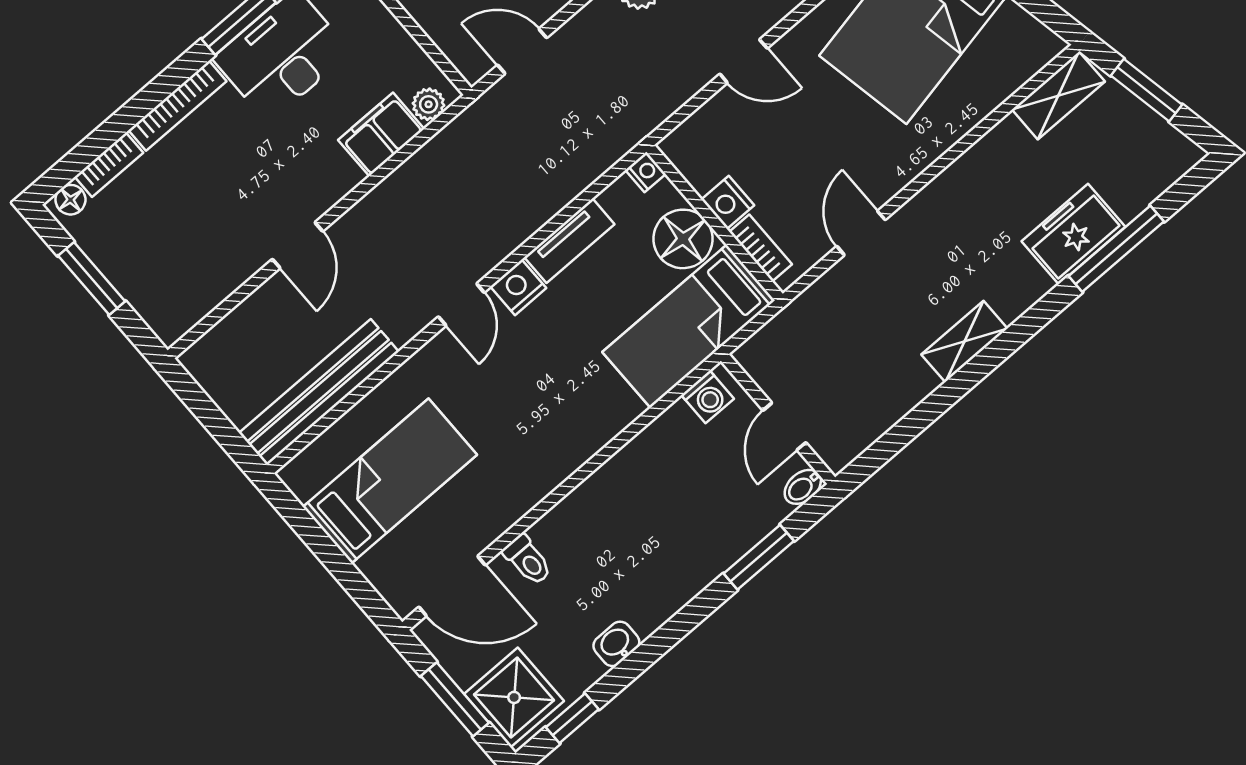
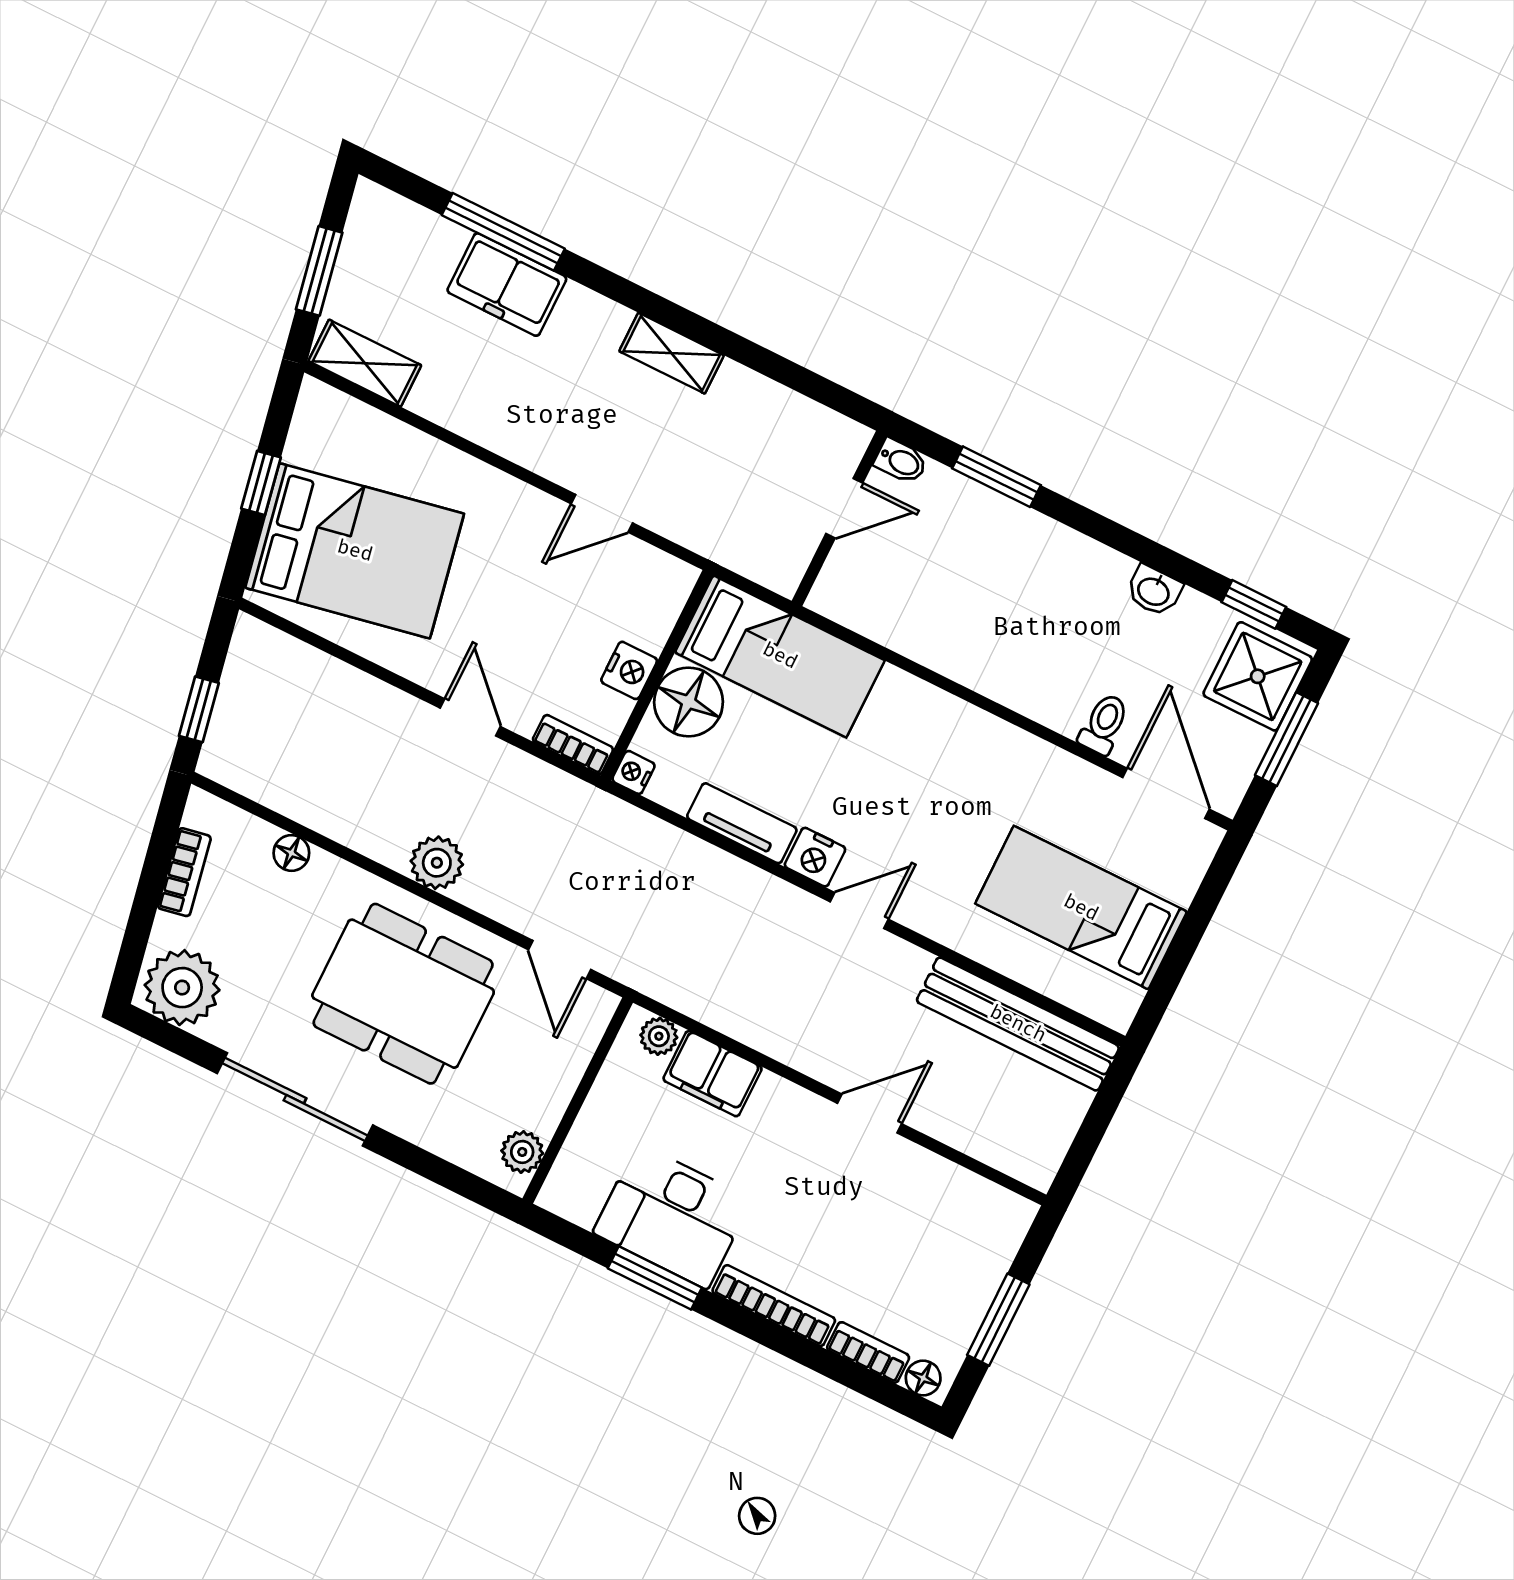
bookcase: (761, 248) -> (573, 745), moved, turned 90
washing machine: (708, 397) -> (847, 604), removed

